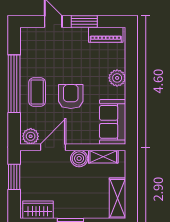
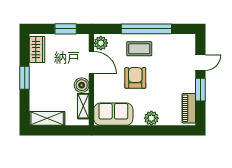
armchair: (71, 97) -> (135, 78), turned -90

